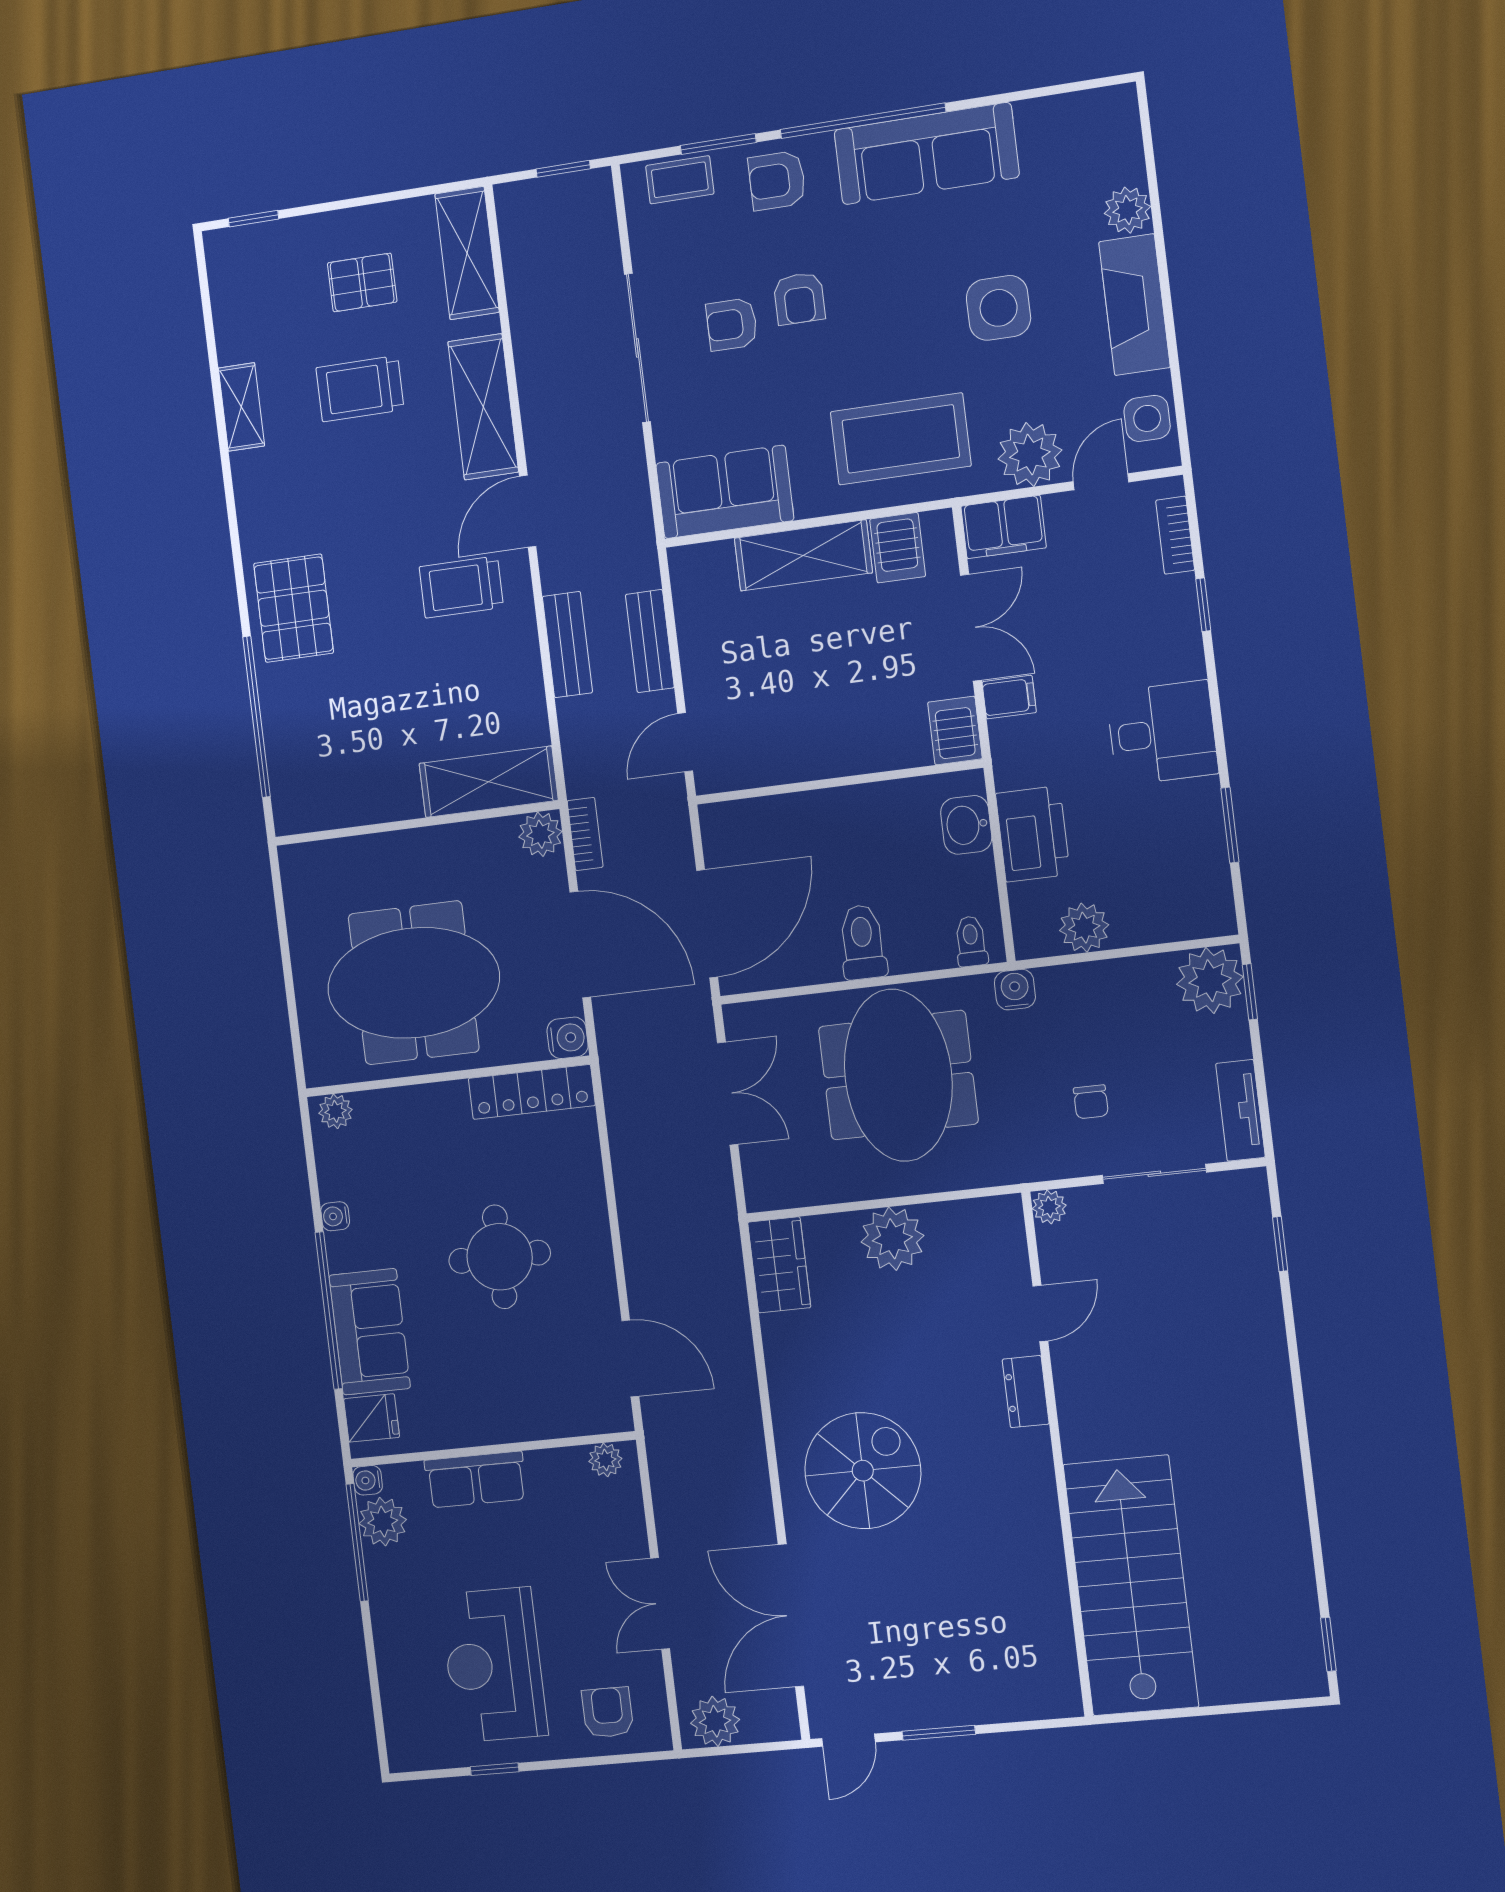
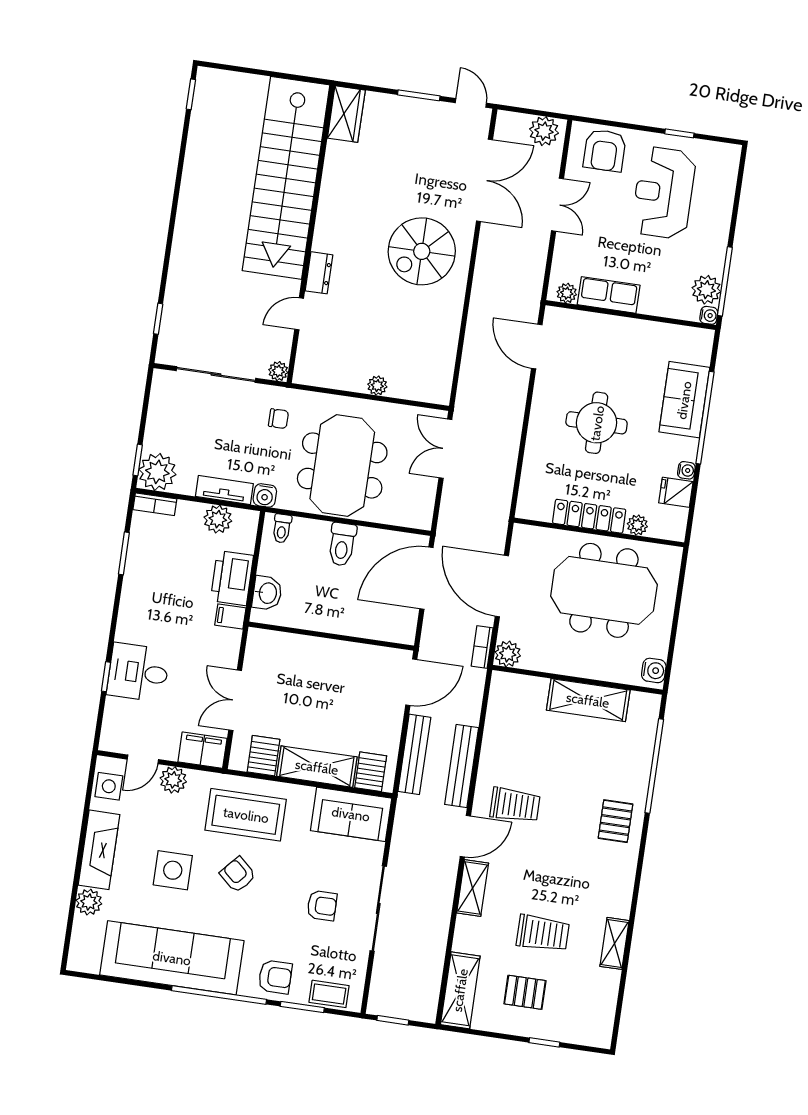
sofa: (926, 154) -> (172, 958), width x1.36, depth x1.27
window: (253, 219) -> (544, 1042), moved
armchair: (799, 299) -> (238, 875), moved, turned -48
shelving: (483, 407) -> (473, 888), width x0.67, depth x0.75
plant: (1030, 455) -> (173, 780), width x0.73, depth x0.73
bookcase: (1175, 535) -> (155, 504), moved, turned 90
pallet: (294, 608) -> (615, 821), width x0.67, depth x0.71
bench: (650, 641) -> (414, 754), width x1.36
bench: (567, 645) -> (462, 766), width x1.36
filing cabinet: (1009, 697) -> (230, 616), moved
server rack: (955, 731) -> (371, 772), moved, turned 180
desk: (1162, 733) -> (138, 672), moved
door: (685, 742) -> (411, 682), width x1.38
shelving: (489, 782) -> (588, 700), moved
water cooler: (568, 1038) -> (654, 670), moved, turned 180
locker: (532, 1092) -> (589, 516), moved
double door: (728, 1093) -> (445, 449), moved
chair: (1091, 1102) -> (278, 419), moved, turned 90
tv unit: (1240, 1110) -> (224, 490), moved, turned -90
plant: (336, 1111) -> (637, 525), moved
sliding door: (1154, 1174) -> (216, 375), width x1.37
plant: (892, 1239) -> (377, 386), width x0.53, depth x0.53
wardrobe: (779, 1265) -> (346, 114), moved, turned 180
fridge: (372, 1418) -> (676, 492), moved
row of seats: (476, 1480) -> (609, 295), moved
stairs: (1131, 1585) -> (286, 178), width x1.36
reception desk: (494, 1665) -> (664, 193), turned 180
armchair: (608, 1712) -> (605, 150), width x1.38, depth x1.38
door: (848, 1740) -> (471, 103), hinge flipped

